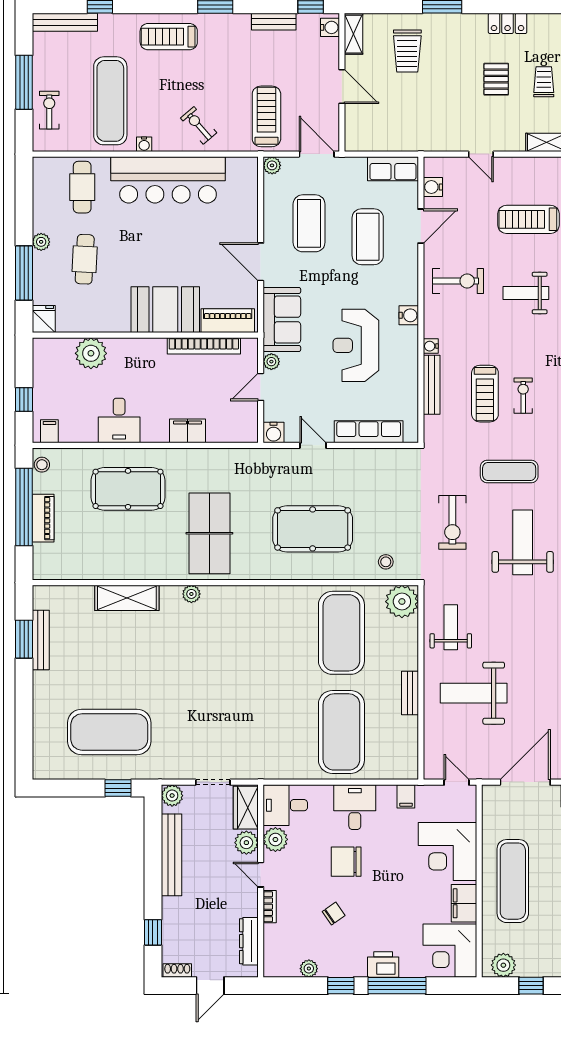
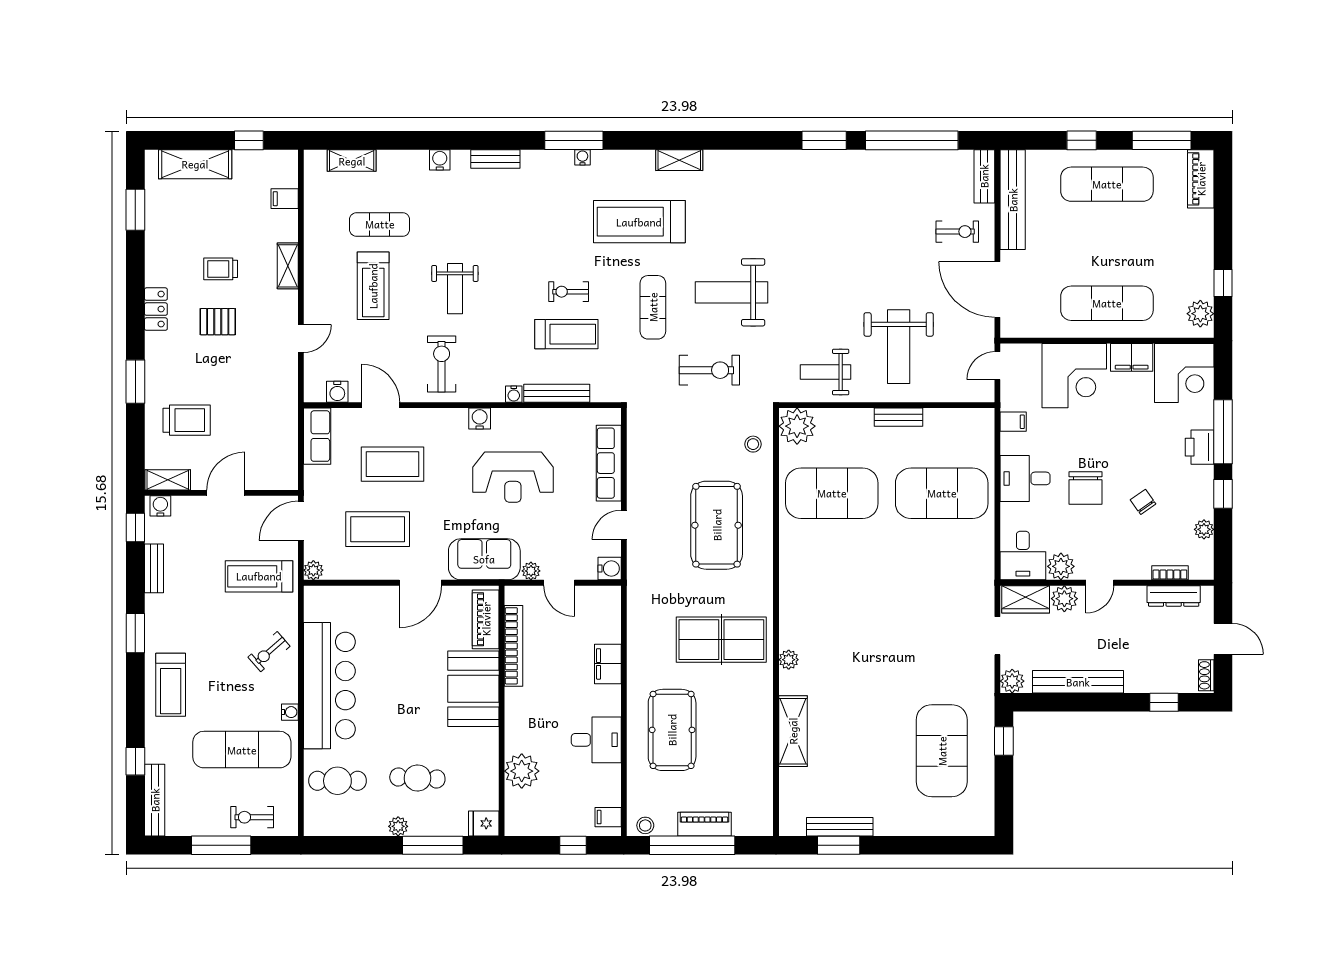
bookcase: (270, 907) -> (1170, 573), moved

